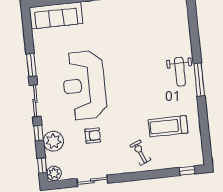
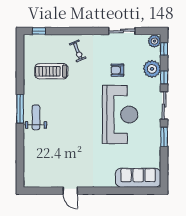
treadmill: (168, 126) -> (51, 71), turned 180

